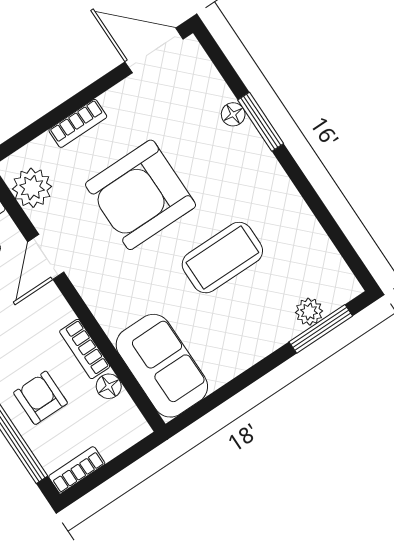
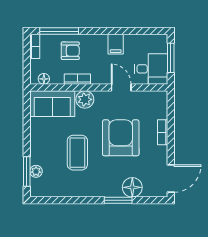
floor lamp: (233, 114) -> (132, 187), width x1.89, depth x1.89
plant: (32, 188) -> (85, 99), moved
floor lamp: (109, 386) -> (44, 79), moved

